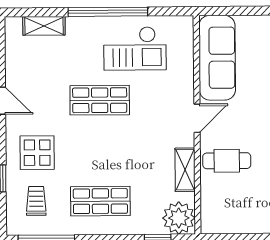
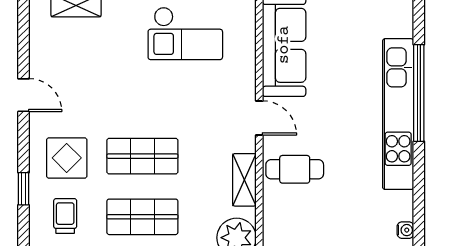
shop shelf: (100, 100) -> (142, 156), moved
door: (197, 118) -> (259, 118), hinge flipped

